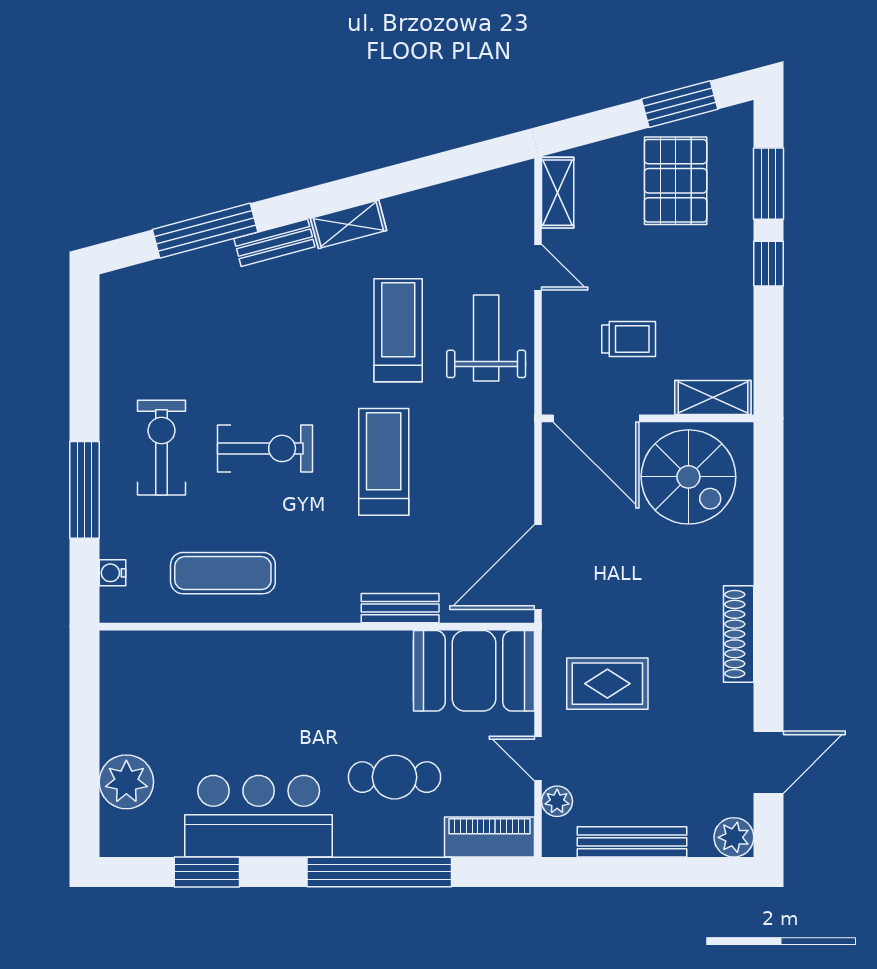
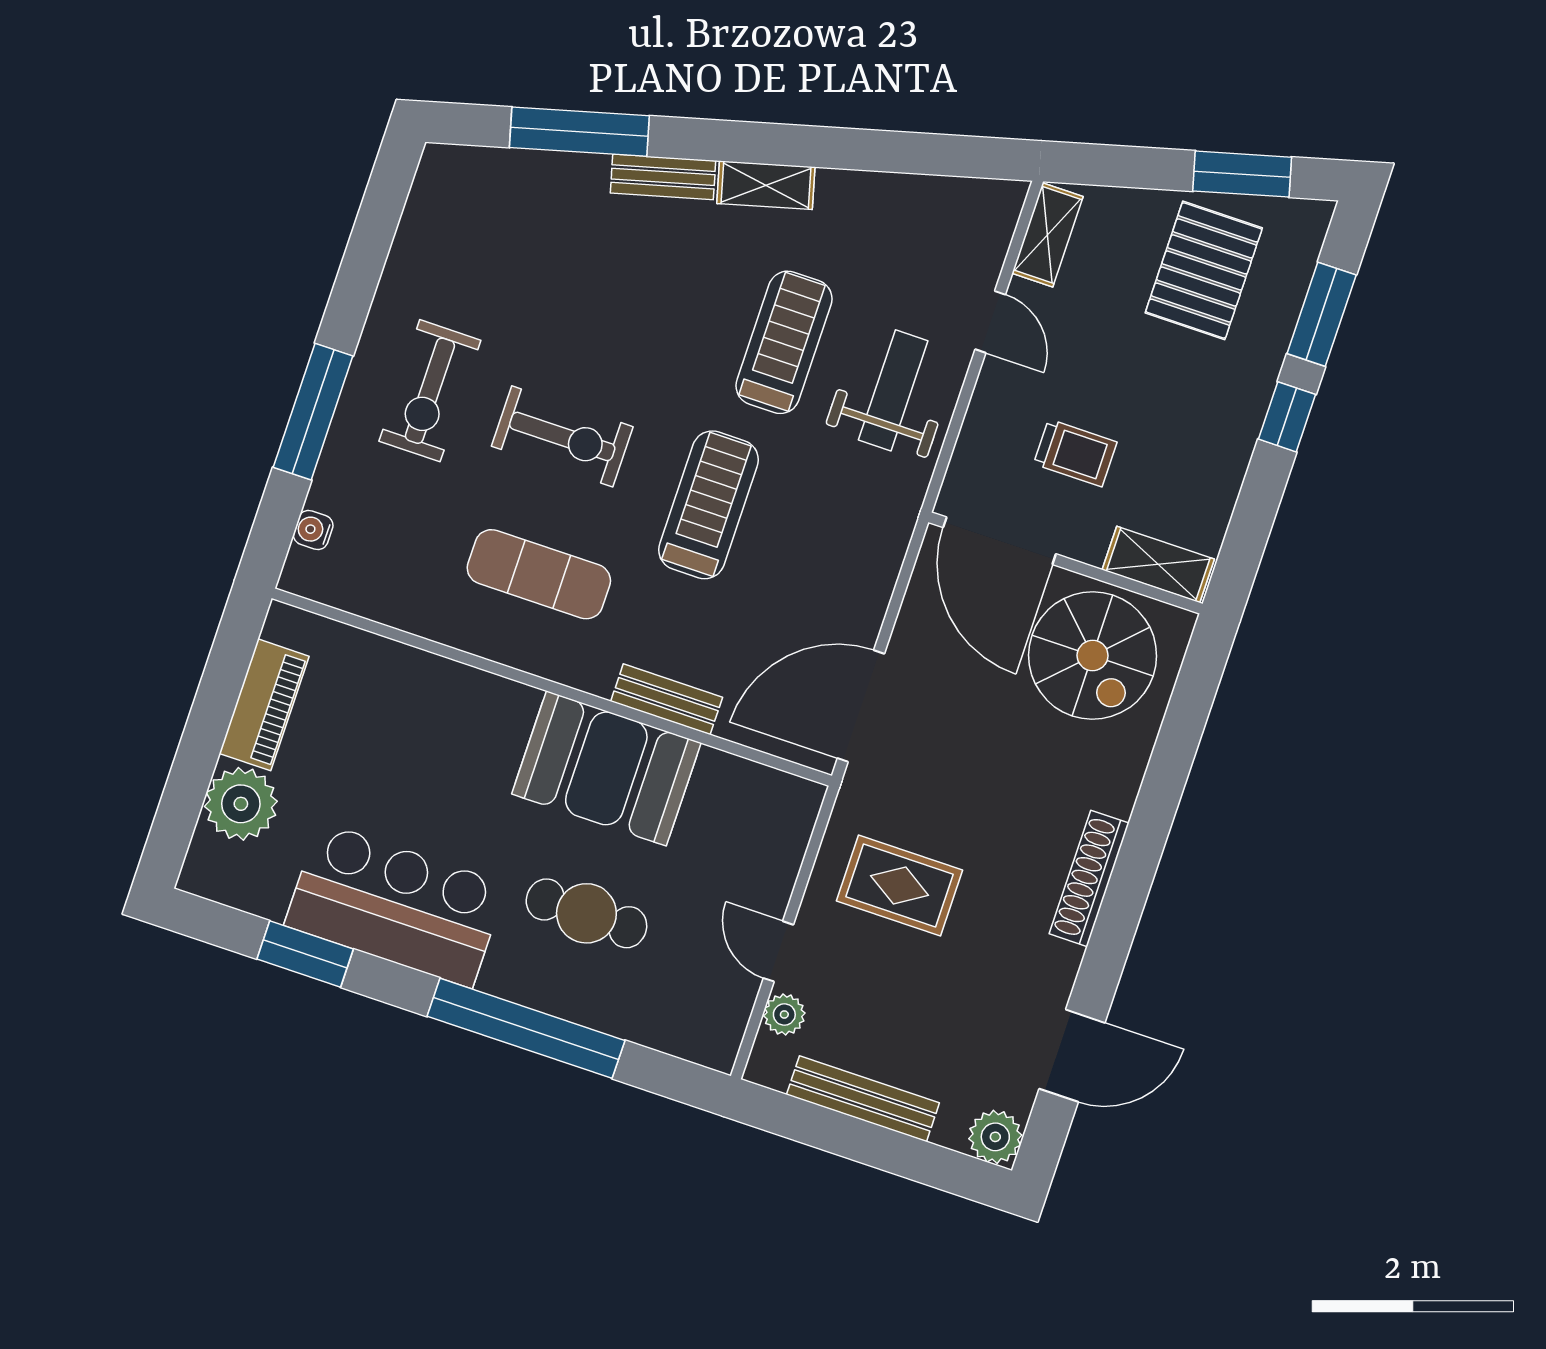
exercise bike: (161, 448) -> (430, 391), turned 180
exercise mat: (223, 573) -> (539, 574), moved
booth: (474, 671) -> (606, 768), moved
piano: (489, 837) -> (264, 705), moved, turned 90

